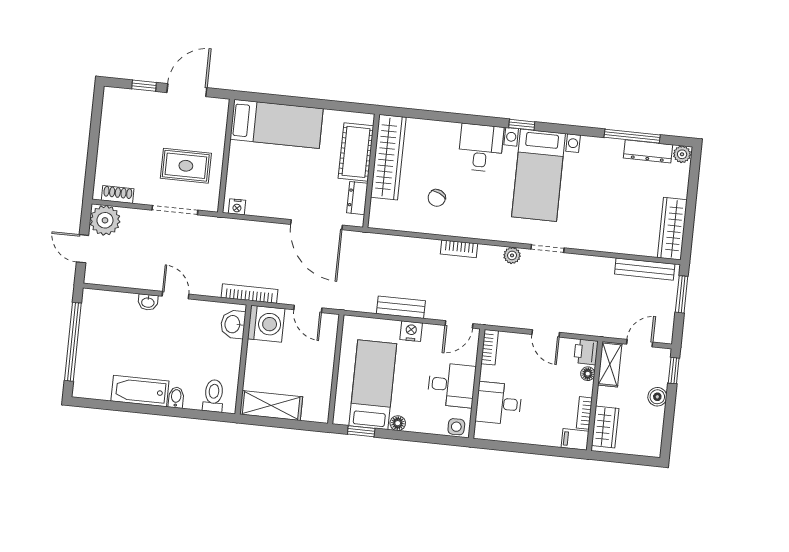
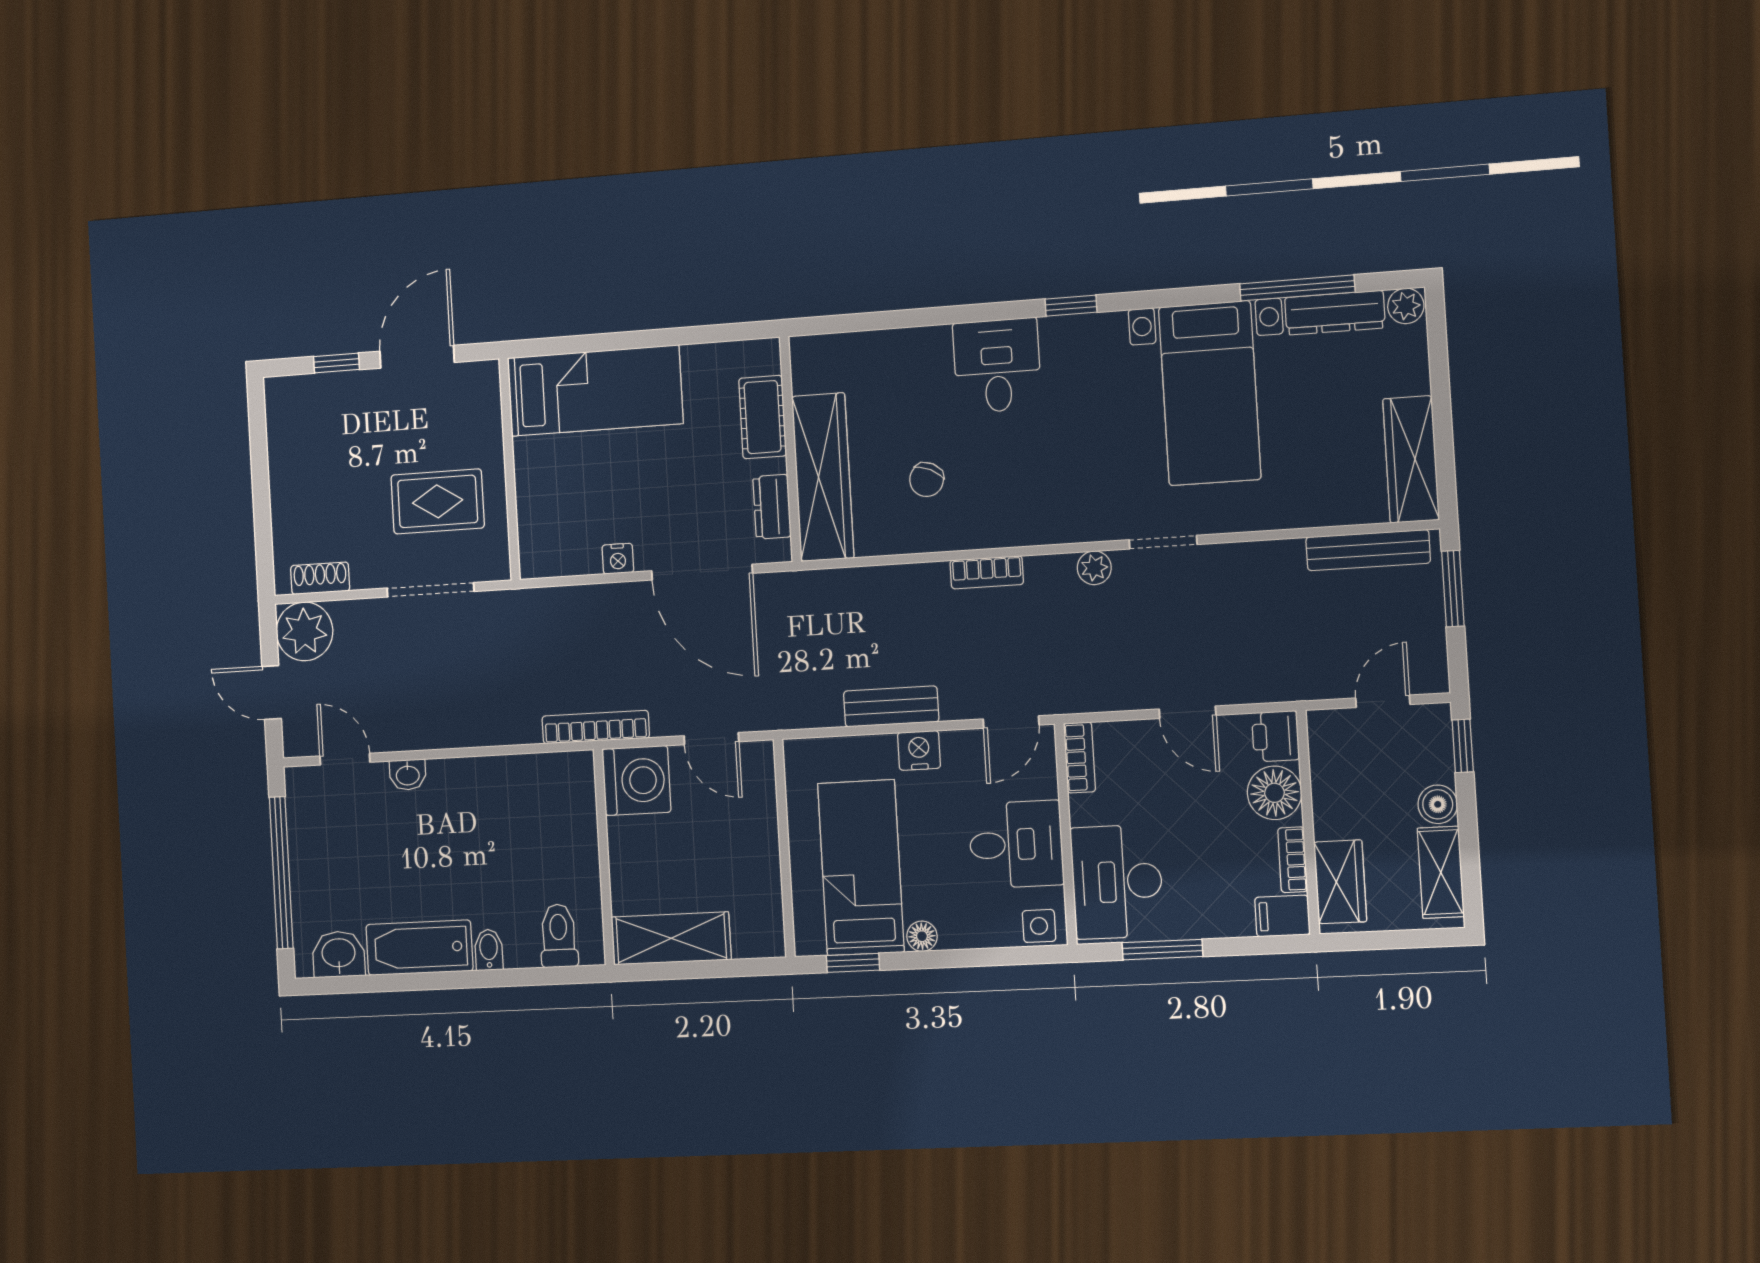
cot: (356, 152) -> (763, 417), width x0.73, depth x0.75
wardrobe: (388, 157) -> (823, 477), moved
bed with nightstands: (538, 175) -> (1210, 393), moved
nightstand: (237, 207) -> (618, 559), moved
door: (175, 295) -> (345, 759), moved
washbasin: (233, 324) -> (339, 954), moved, turned 90
shelving: (610, 364) -> (1441, 872), moved
floor lamp: (588, 374) -> (1274, 793), width x1.89, depth x1.89
desk: (499, 403) -> (1117, 882), width x1.37
window: (515, 447) -> (1162, 950), added

